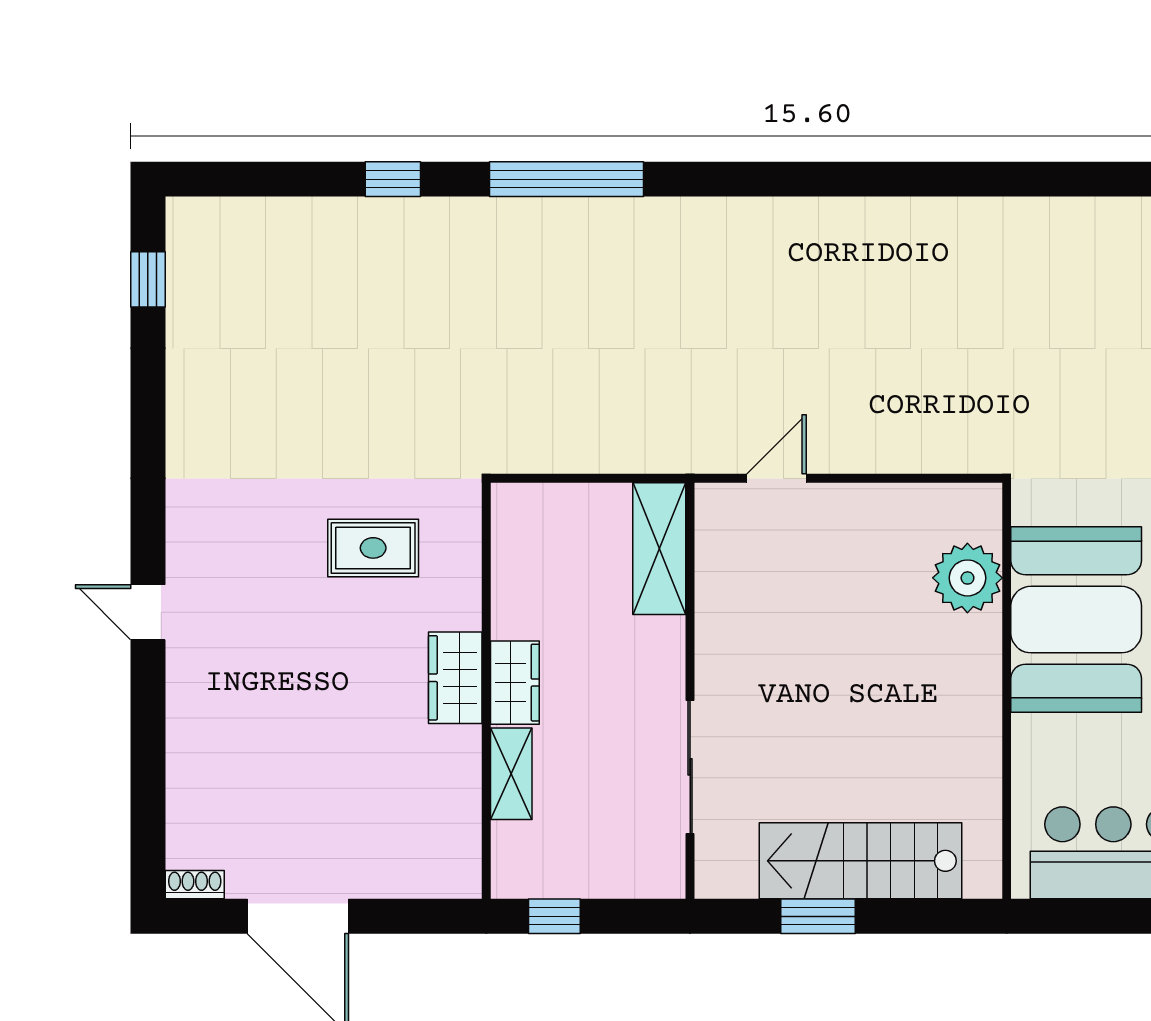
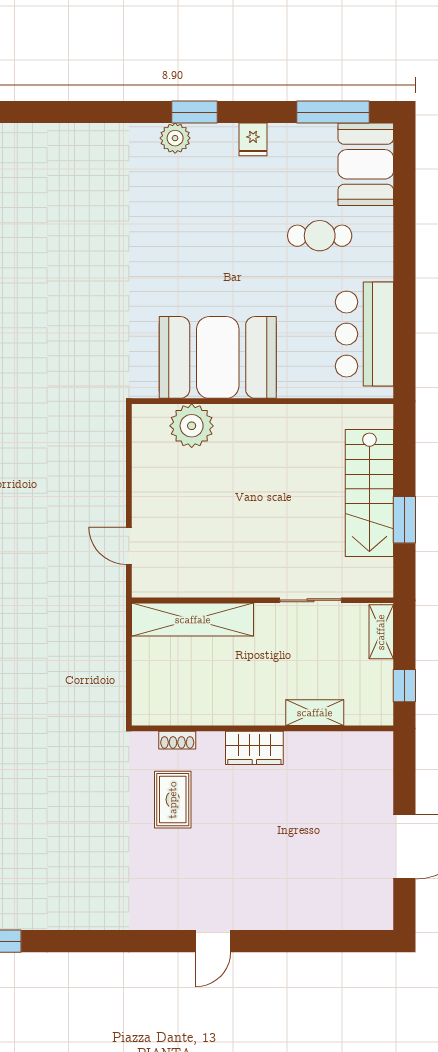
shelving: (659, 549) -> (193, 620), width x1.47
wardrobe: (515, 683) -> (257, 710), removed
sliding door: (690, 767) -> (310, 600), width x0.73
shelving: (640, 880) -> (381, 632), added
shoe rack: (195, 885) -> (177, 740), moved, turned -90

